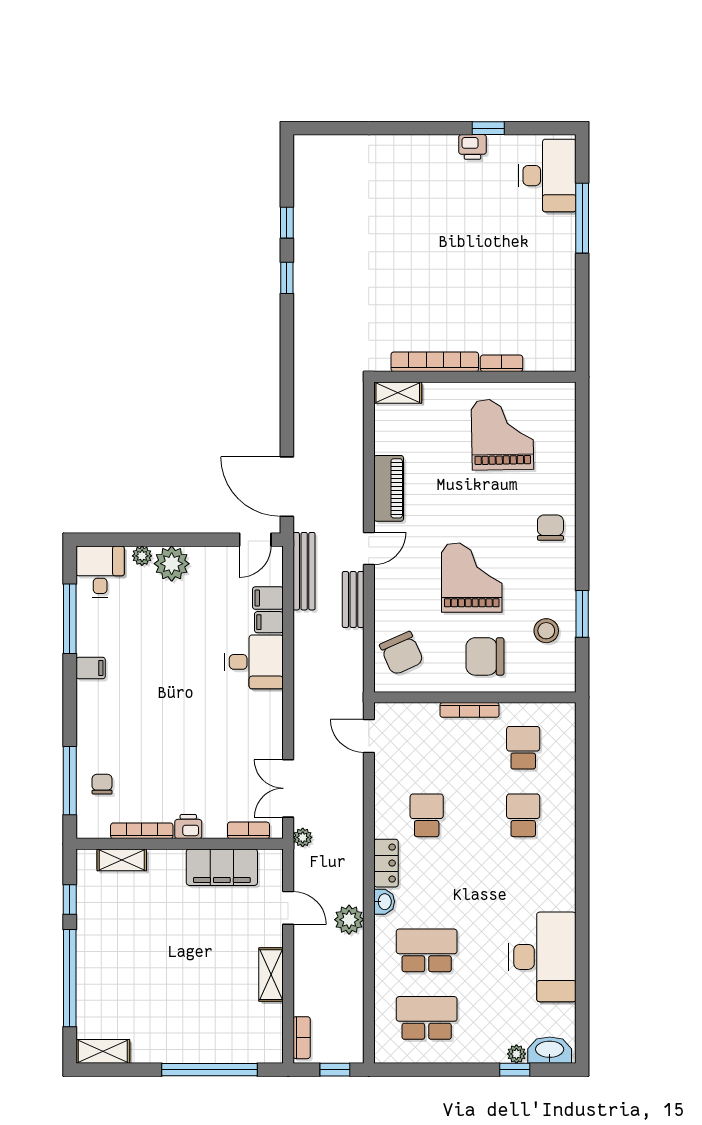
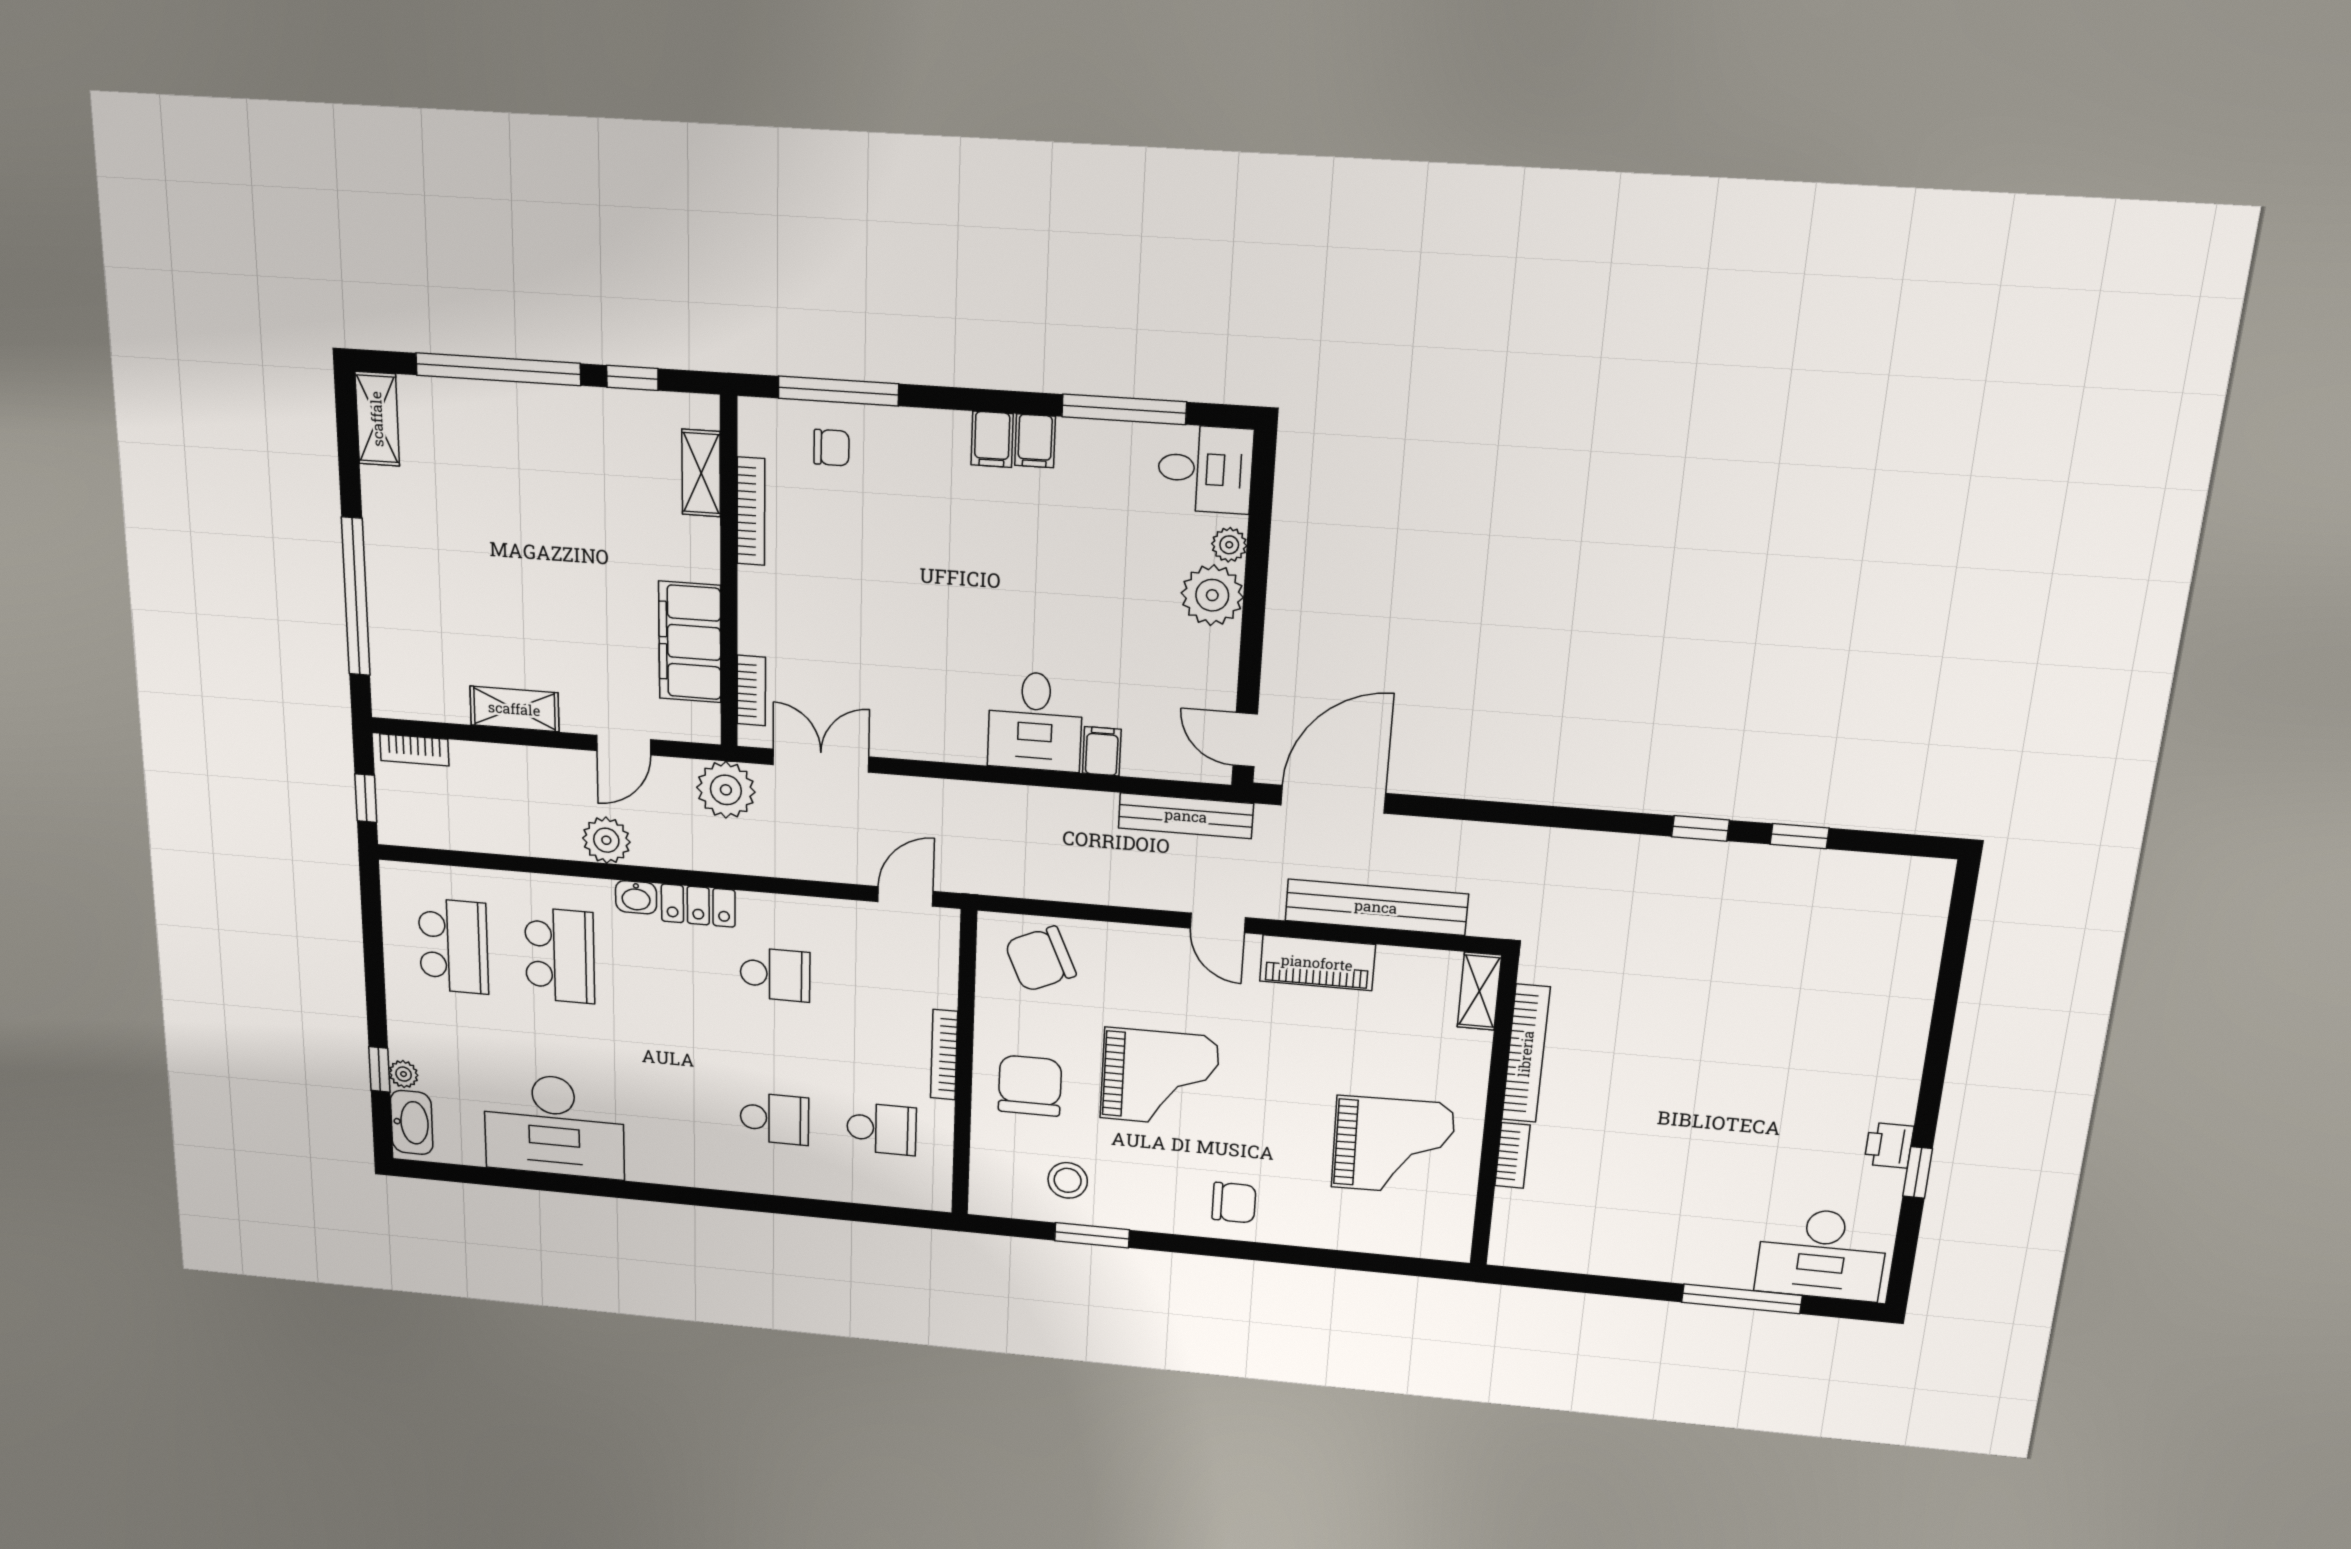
filing cabinet: (268, 598) -> (992, 439), moved, turned 180
bench: (353, 599) -> (1376, 907), moved, width x1.86, depth x1.21
printer: (188, 827) -> (758, 591), removed
plant: (303, 837) -> (726, 790), width x1.87, depth x1.87

